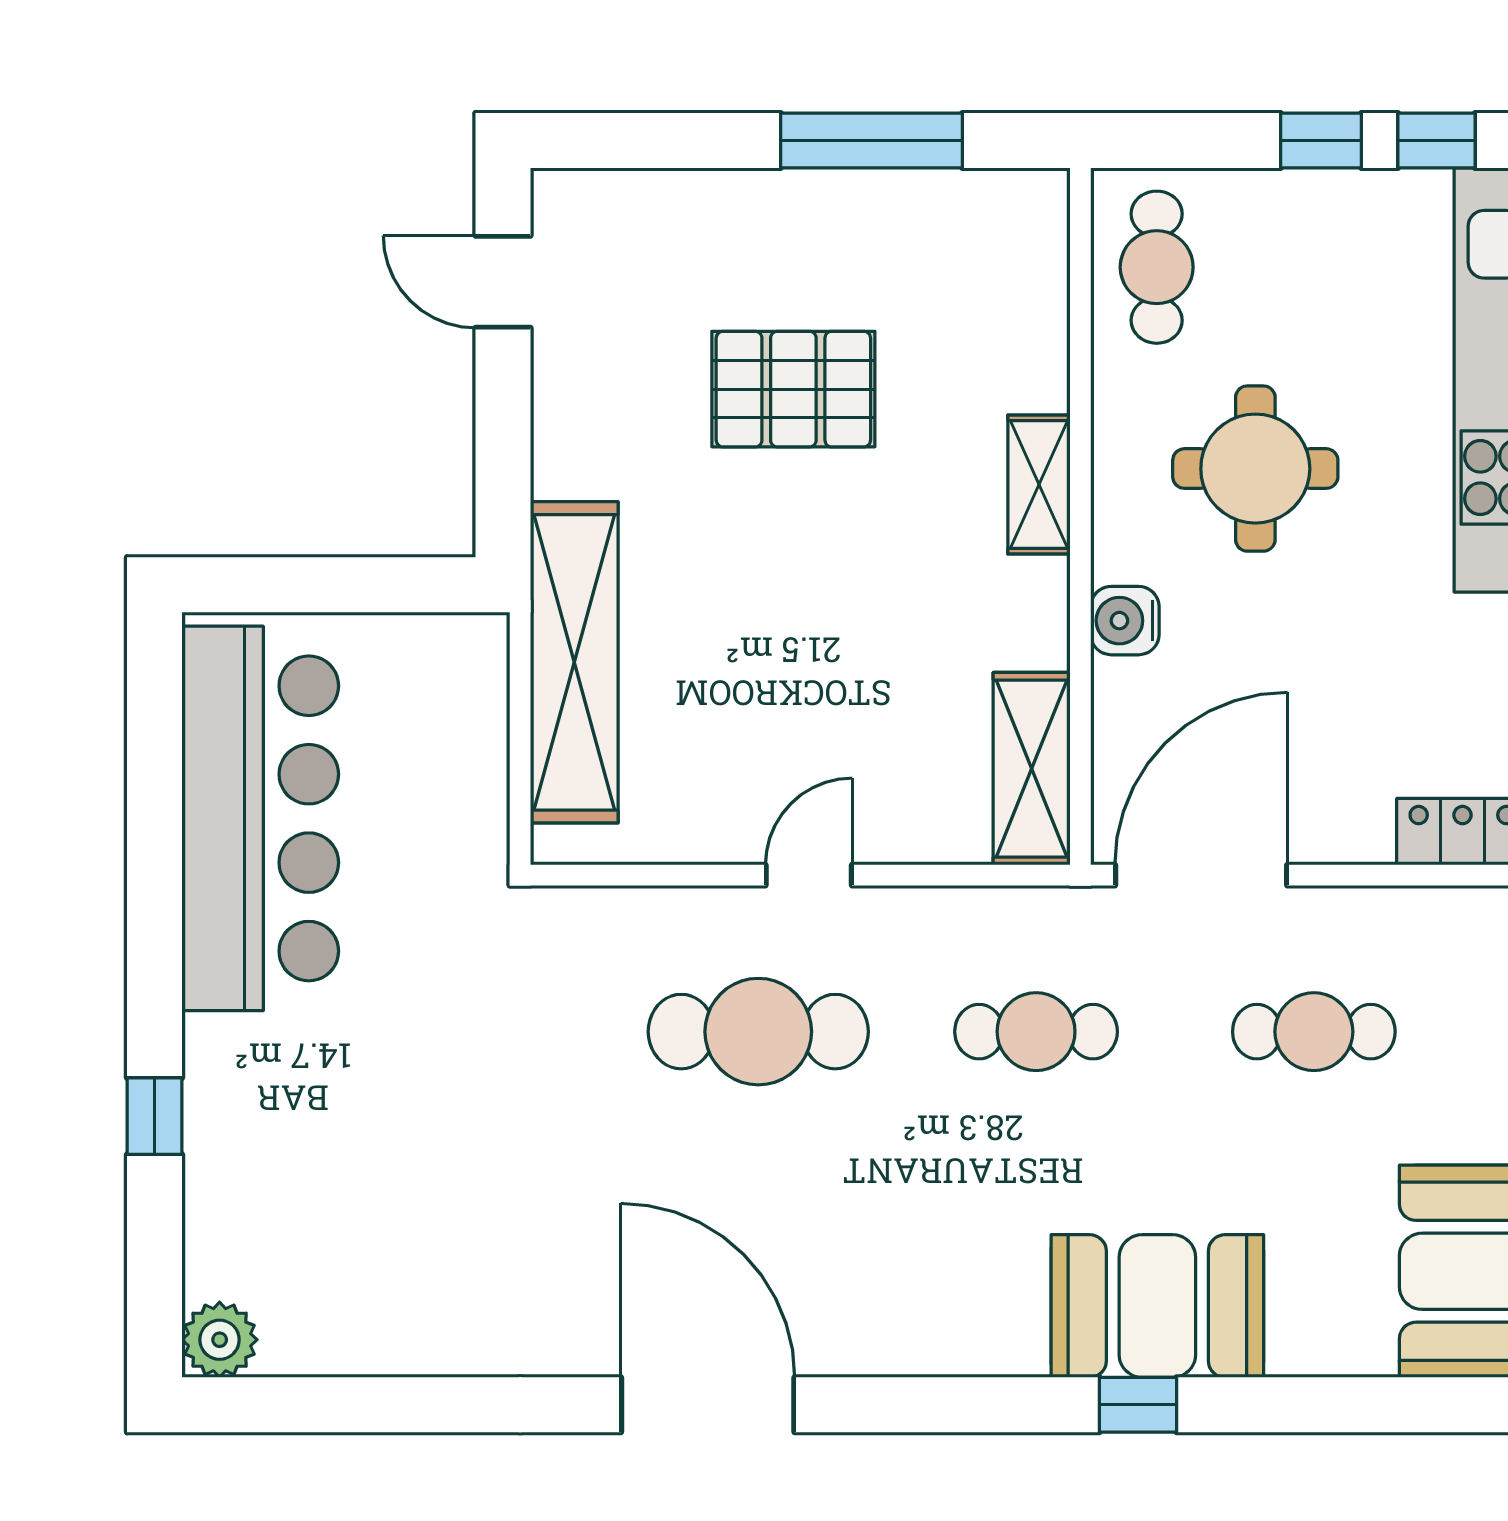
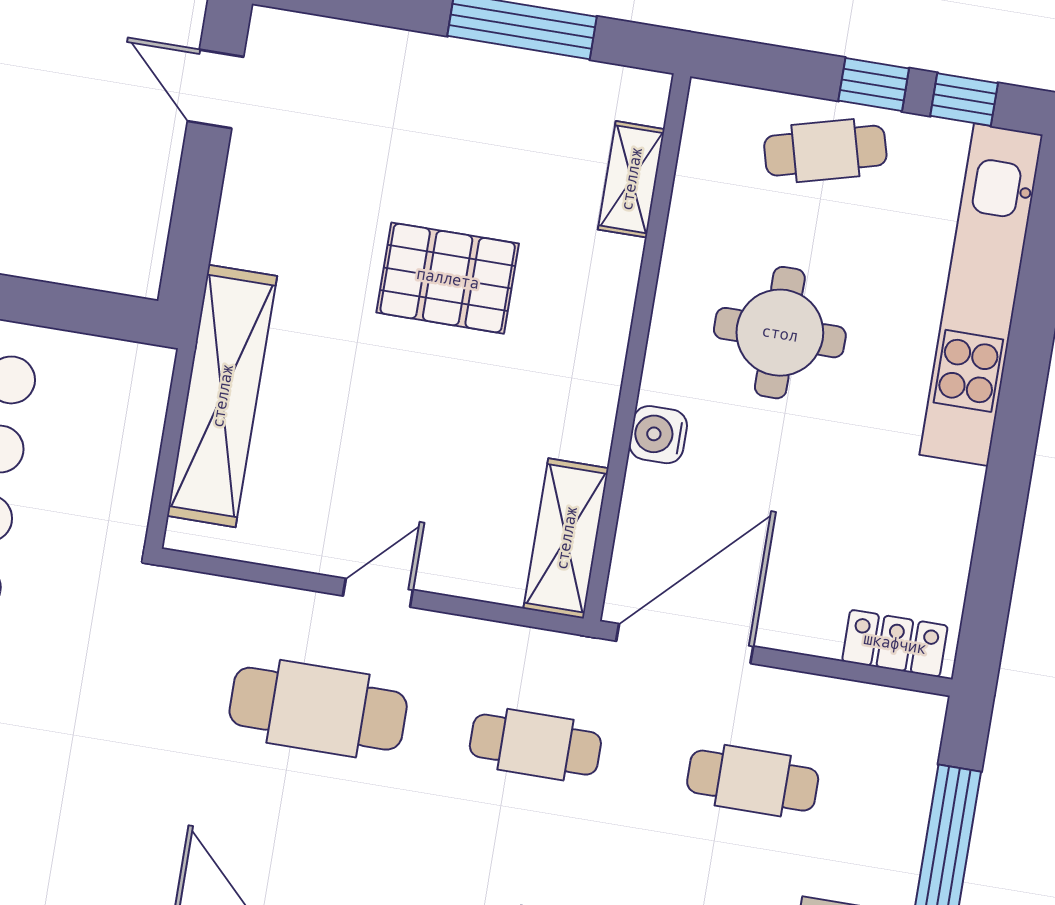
cafe table: (1157, 267) -> (825, 151), moved, turned 75
pallet: (793, 389) -> (448, 278), moved
shelving: (1039, 485) -> (631, 179), moved

